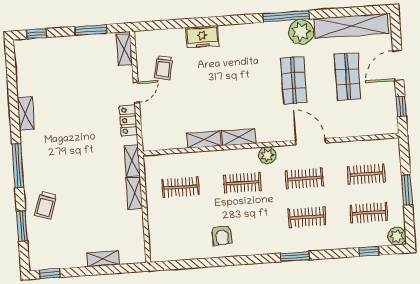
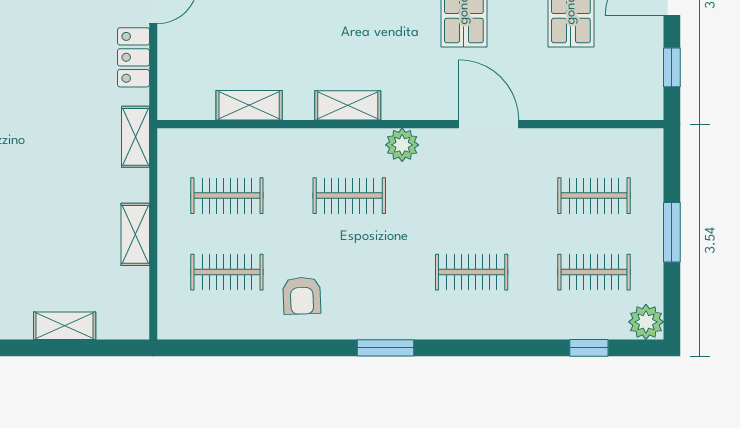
shelving: (204, 140) -> (249, 105), moved
clothes rail: (304, 178) -> (227, 272), moved
shelving: (134, 193) -> (135, 234), moved
window: (295, 256) -> (385, 348), moved

